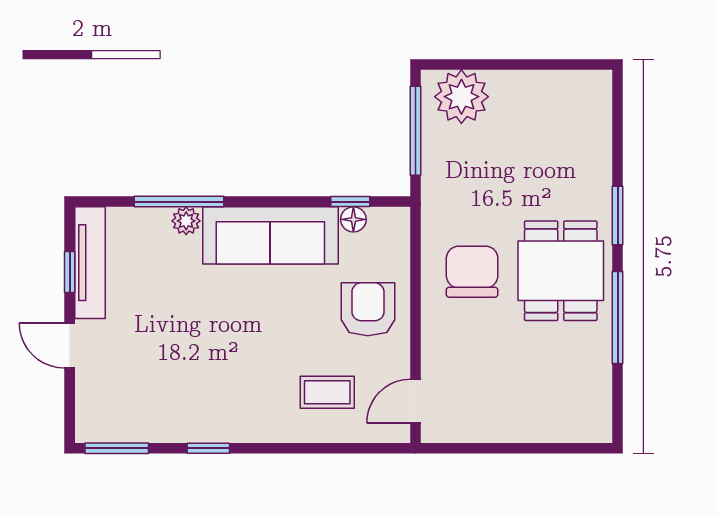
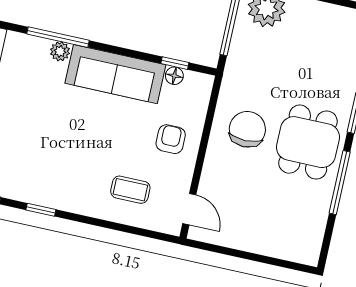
armchair: (368, 309) -> (171, 139), width x0.72, depth x0.72
door: (416, 401) -> (189, 209), swing flipped

